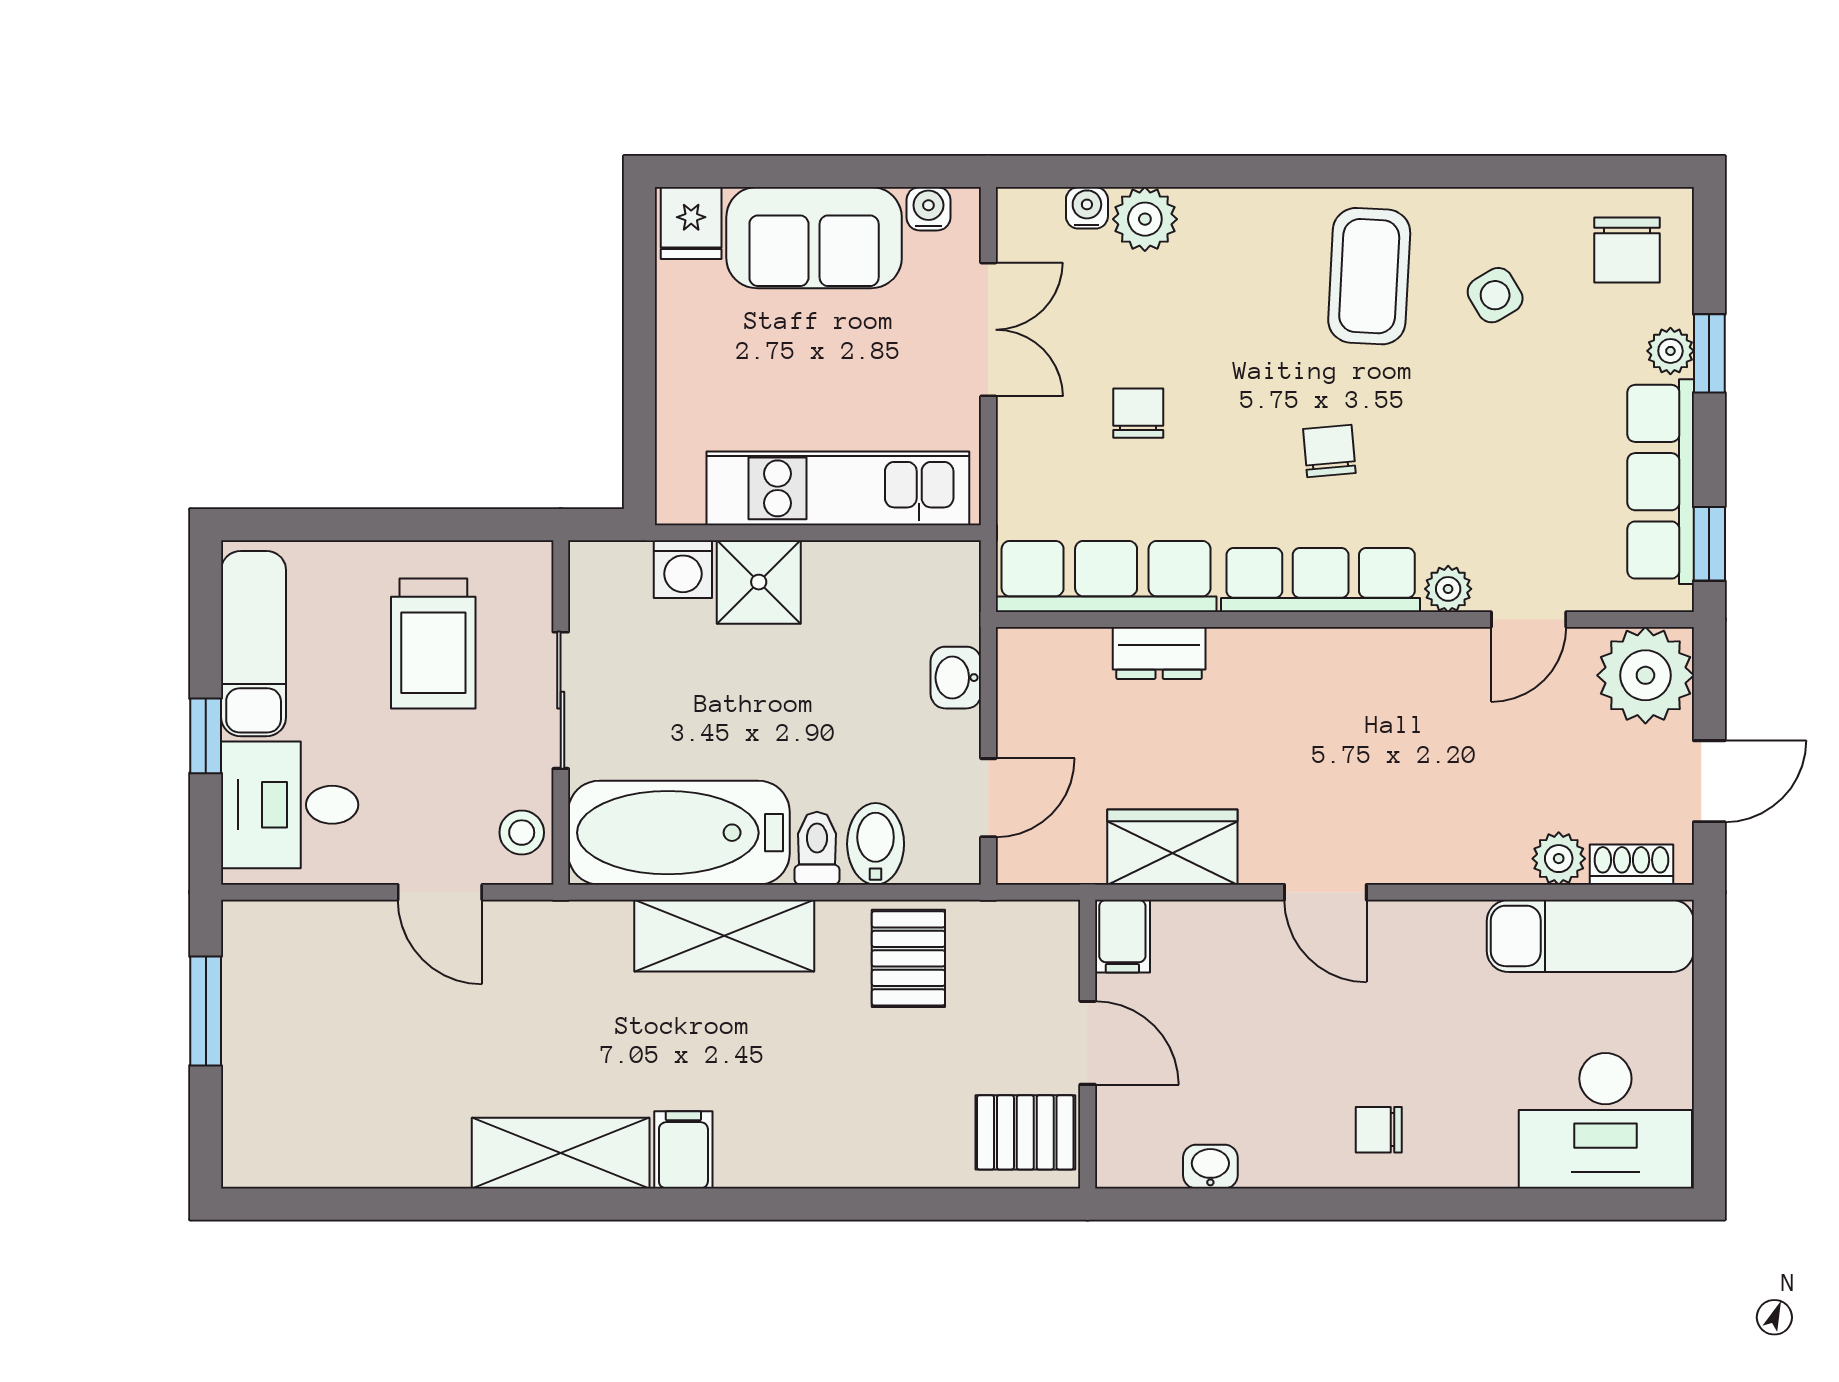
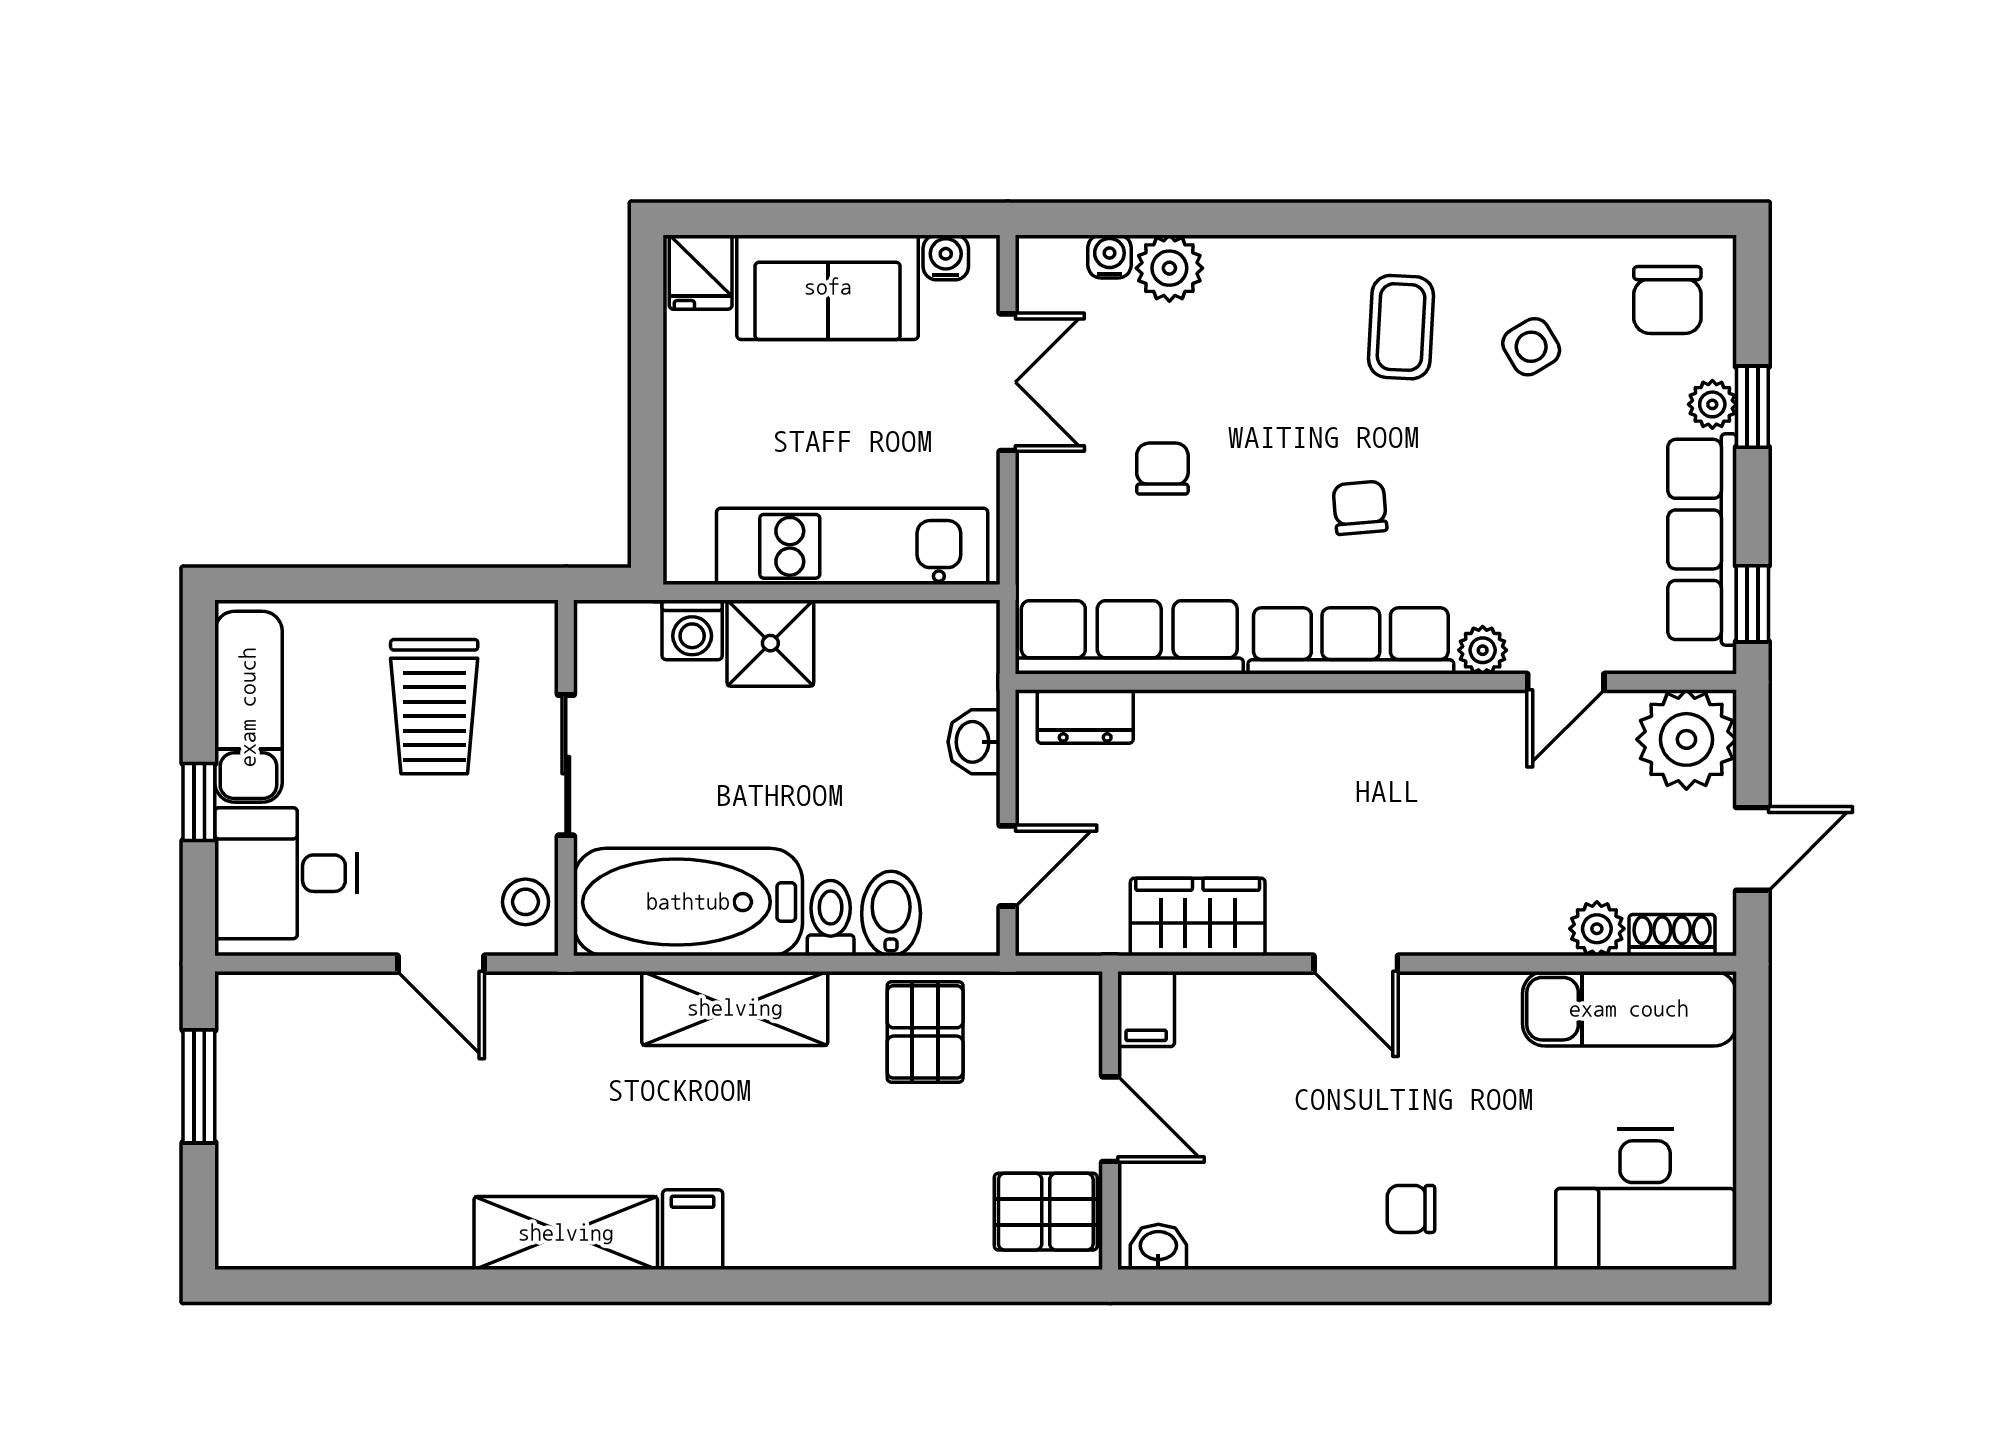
coffee table: (1369, 276) -> (1401, 327), width x0.73, depth x0.77
dresser: (1159, 653) -> (1085, 716), moved
washbasin: (1210, 1167) -> (1158, 1247), moved

